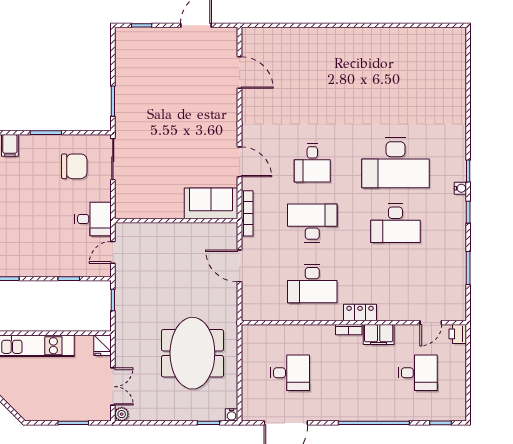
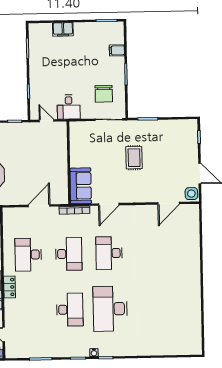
side table: (226, 38) -> (191, 194), added
rug: (171, 123) -> (134, 158), added
desk: (312, 163) -> (109, 253), width x1.37
desk: (395, 223) -> (70, 310), turned 180

